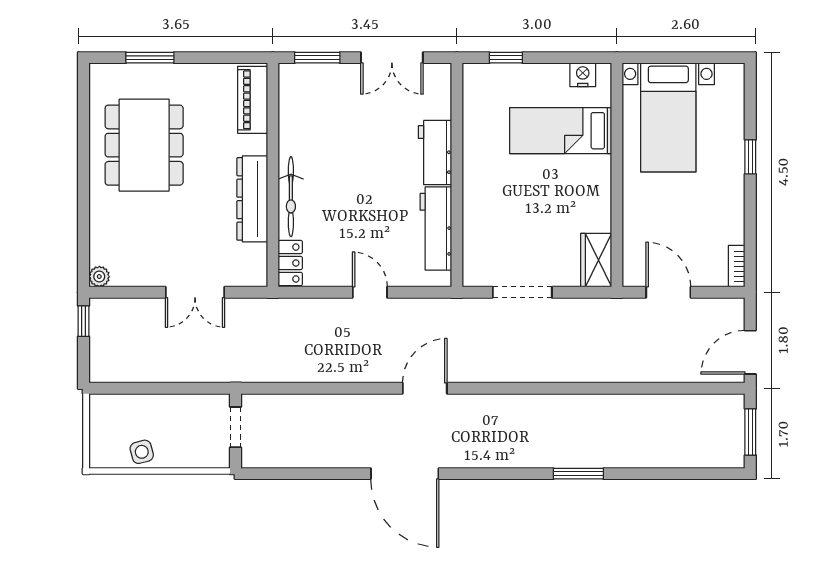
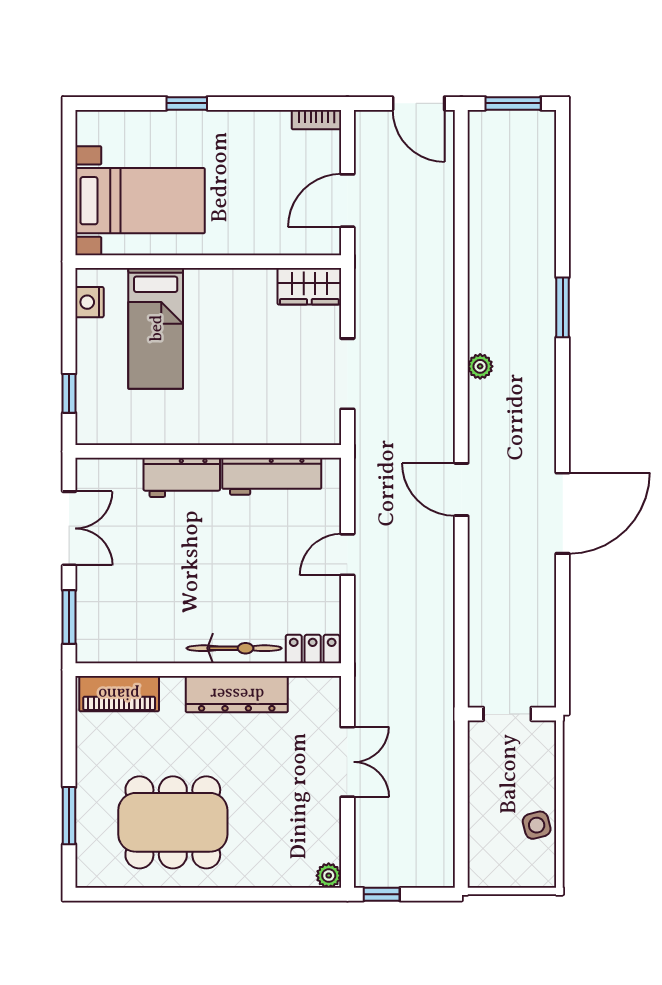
plant: (529, 404) -> (480, 366), added

